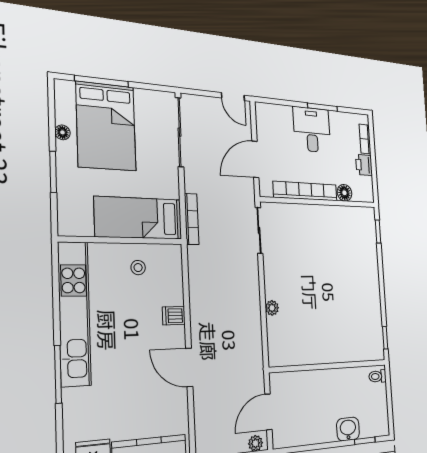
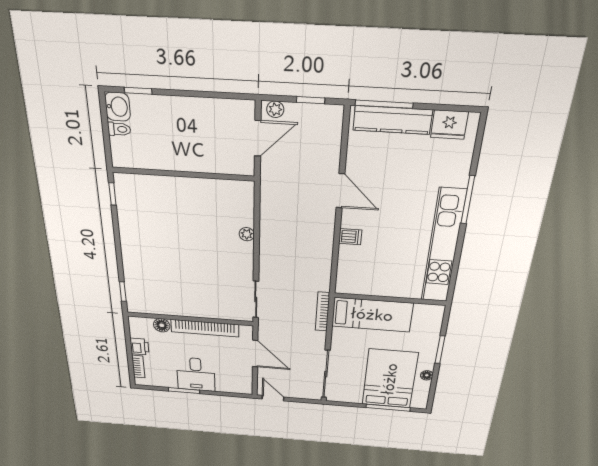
door: (255, 159) -> (255, 354), hinge flipped
stool: (138, 268) -> (379, 278), removed
toilet: (378, 376) -> (119, 129), moved
washbasin: (348, 429) -> (118, 107), moved, turned -90

